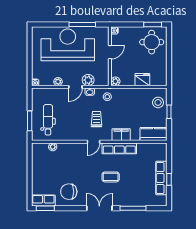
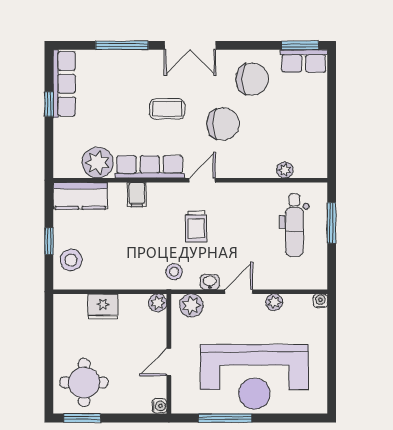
plant: (88, 80) -> (191, 306), moved
filing cabinet: (121, 135) -> (137, 195), width x0.50
plant: (145, 150) -> (98, 163), added
chair: (83, 170) -> (223, 124), added
row of seats: (161, 178) -> (64, 84), moved

